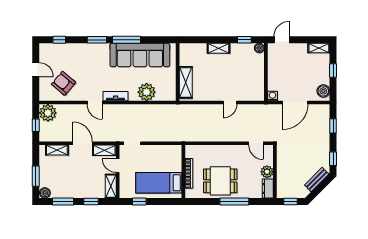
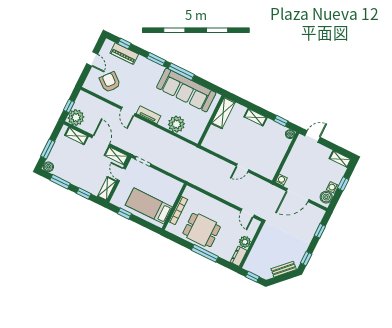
piano: (64, 49) -> (124, 54), added
washing machine: (325, 79) -> (333, 187), added
shelving: (186, 82) -> (223, 113), moved
plant: (48, 113) -> (76, 118), moved

